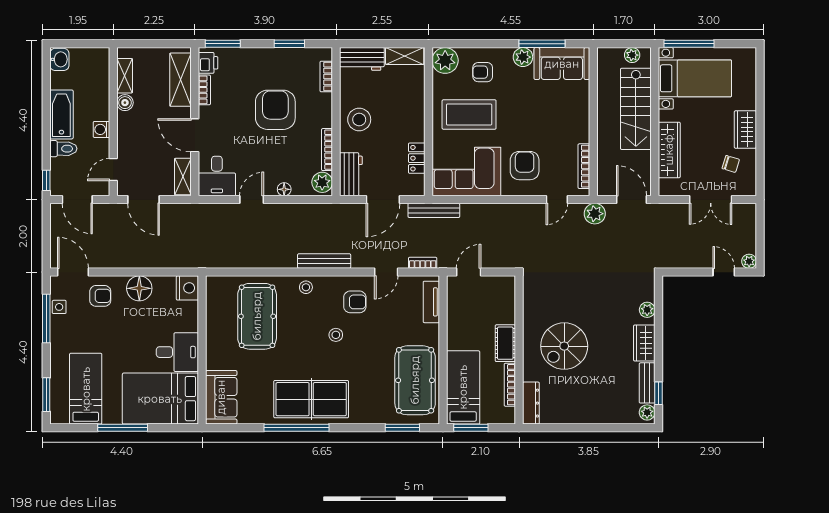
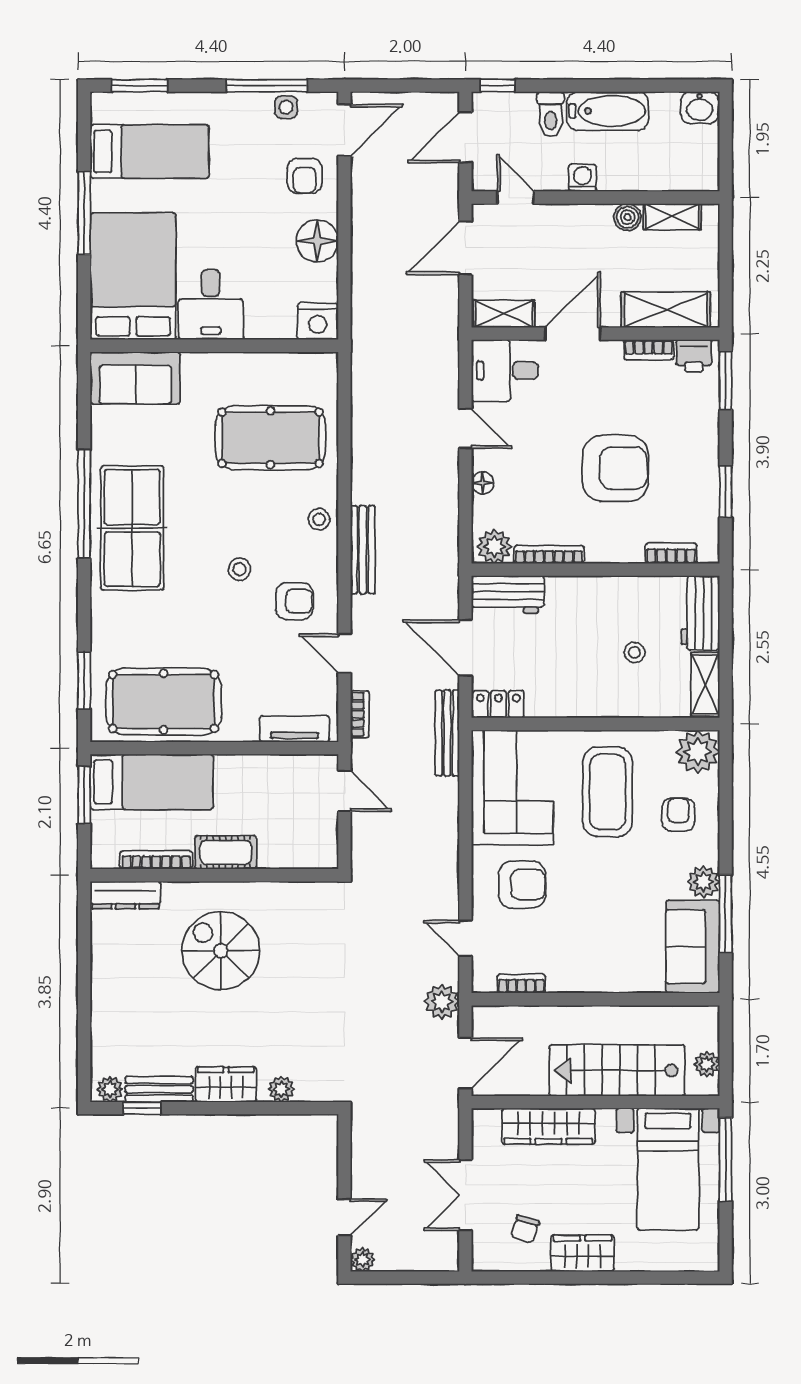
stool: (359, 120) -> (634, 652), moved, width x0.53, depth x0.53
locker: (417, 158) -> (498, 704), moved
bookcase: (584, 166) -> (521, 984), width x0.64
armchair: (355, 302) -> (295, 601), turned -90

